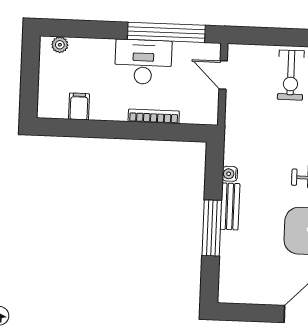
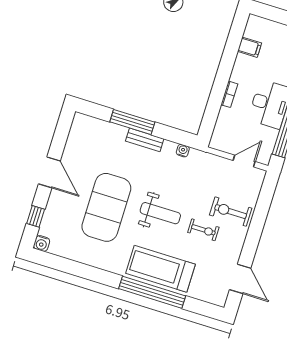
bookcase: (154, 116) -> (229, 94), width x0.64
water cooler: (230, 174) -> (183, 151), moved

